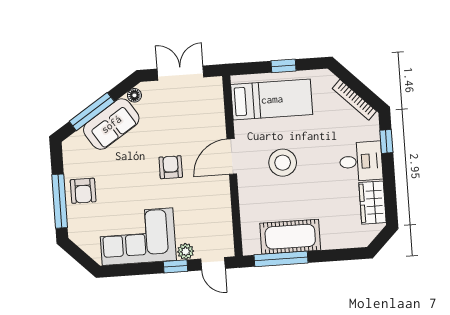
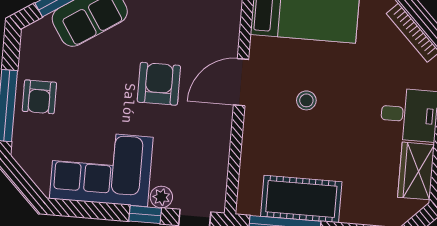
stool: (283, 163) -> (306, 100), width x0.53, depth x0.53
armchair: (171, 167) -> (159, 84), width x1.38, depth x1.38

